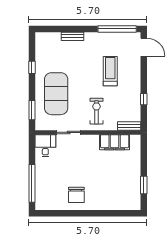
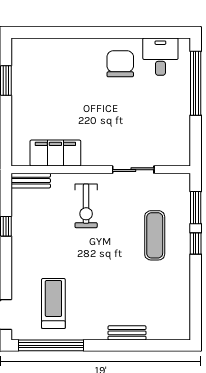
window: (32, 67) -> (196, 244), moved
treadmill: (110, 71) -> (53, 304), moved, turned 180
exercise mat: (56, 94) -> (155, 235), width x0.50, depth x0.69
desk: (45, 146) -> (160, 57), moved, turned 180

